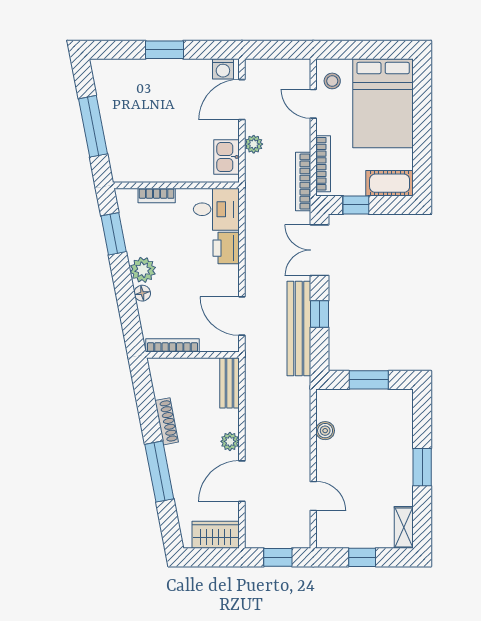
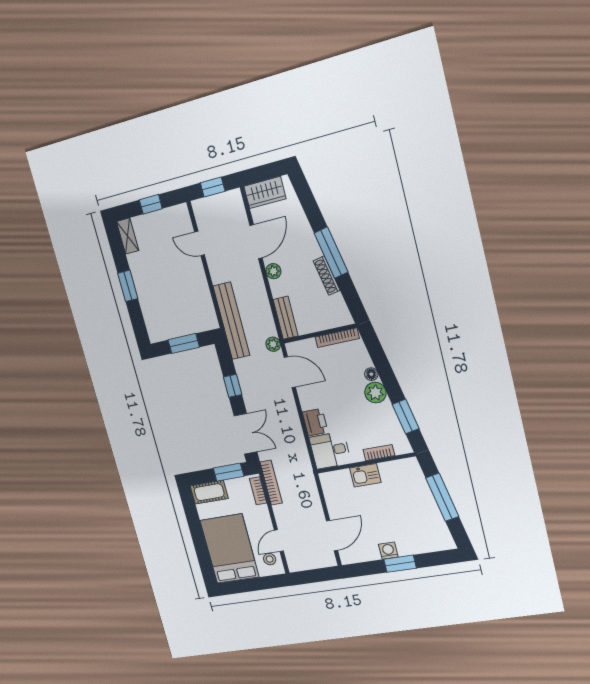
washing machine: (223, 69) -> (388, 551), moved
door: (313, 104) -> (279, 541), swing flipped
plant: (254, 144) -> (273, 344), moved
kitchen sink: (227, 157) -> (365, 475), moved, turned 90
bookcase: (323, 164) -> (258, 491), width x0.64
window: (356, 205) -> (228, 472), width x1.50
bench: (299, 329) -> (231, 321), moved
boiler: (325, 431) -> (205, 297), removed
window: (159, 472) -> (331, 253), moved

